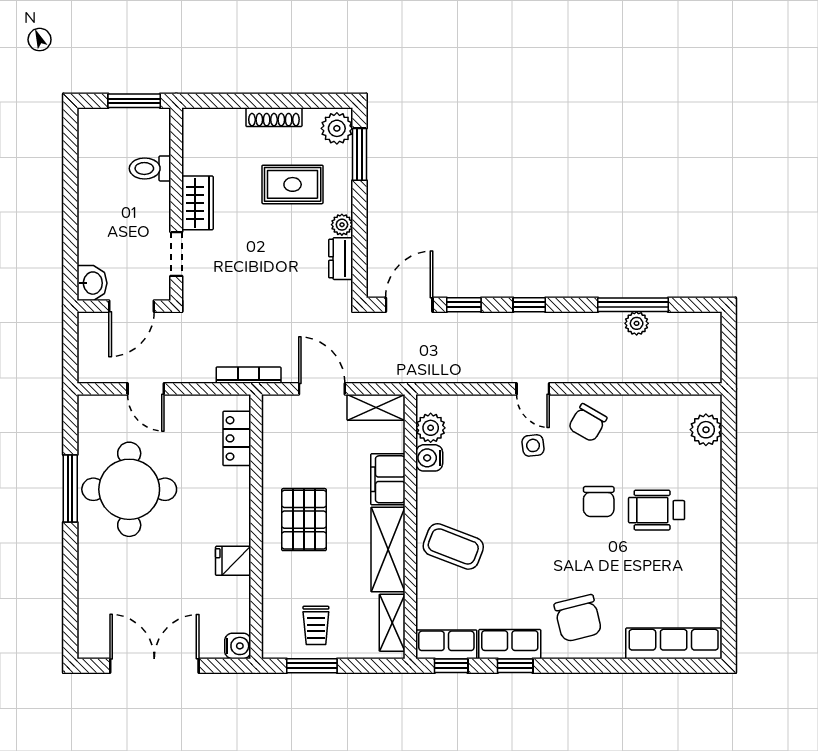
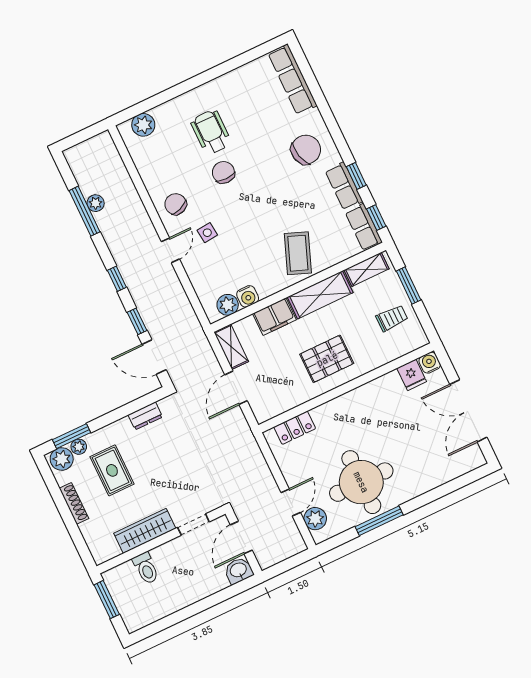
wardrobe: (197, 203) -> (145, 531), width x1.50
plant: (342, 225) -> (79, 447), moved
door: (131, 306) -> (241, 537), swing flipped
bookcase: (249, 375) -> (250, 440), removed
plant: (111, 410) -> (315, 519), added
chair: (588, 423) -> (176, 204), turned -141
chair: (599, 502) -> (223, 172), turned -90
wheelchair: (657, 510) -> (211, 132), turned 180
fridge: (233, 561) -> (412, 375), moved
window: (312, 666) -> (409, 285), moved

